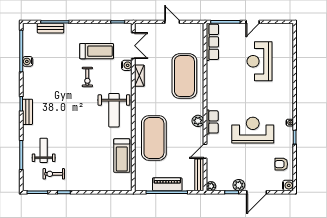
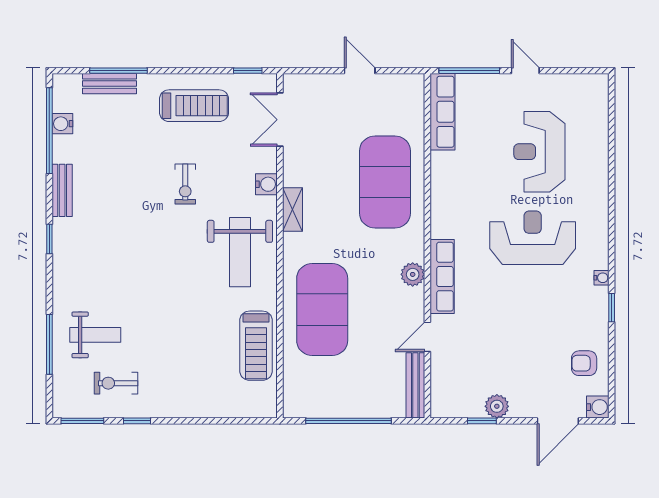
door: (253, 22) -> (525, 71), swing flipped
double door: (133, 46) -> (280, 120), swing flipped
treadmill: (97, 51) -> (194, 106), moved
water cooler: (28, 61) -> (62, 124), moved
water cooler: (127, 65) -> (266, 184), moved
shelving: (139, 76) -> (292, 210), moved
bench: (27, 112) -> (62, 190), moved
row of seats: (212, 122) -> (442, 277), width x1.48
reception desk: (253, 130) -> (533, 238), moved
weight bench: (44, 150) -> (95, 335), turned 90
piano: (167, 184) -> (350, 405), removed
plant: (211, 186) -> (440, 409), removed
door: (257, 192) -> (558, 421), moved

